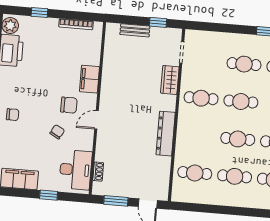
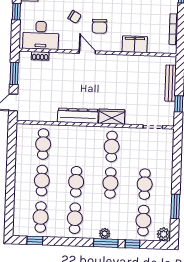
bench: (135, 30) -> (171, 83), width x1.36
filing cabinet: (89, 79) -> (135, 44), moved
wardrobe: (170, 80) -> (112, 117), moved

